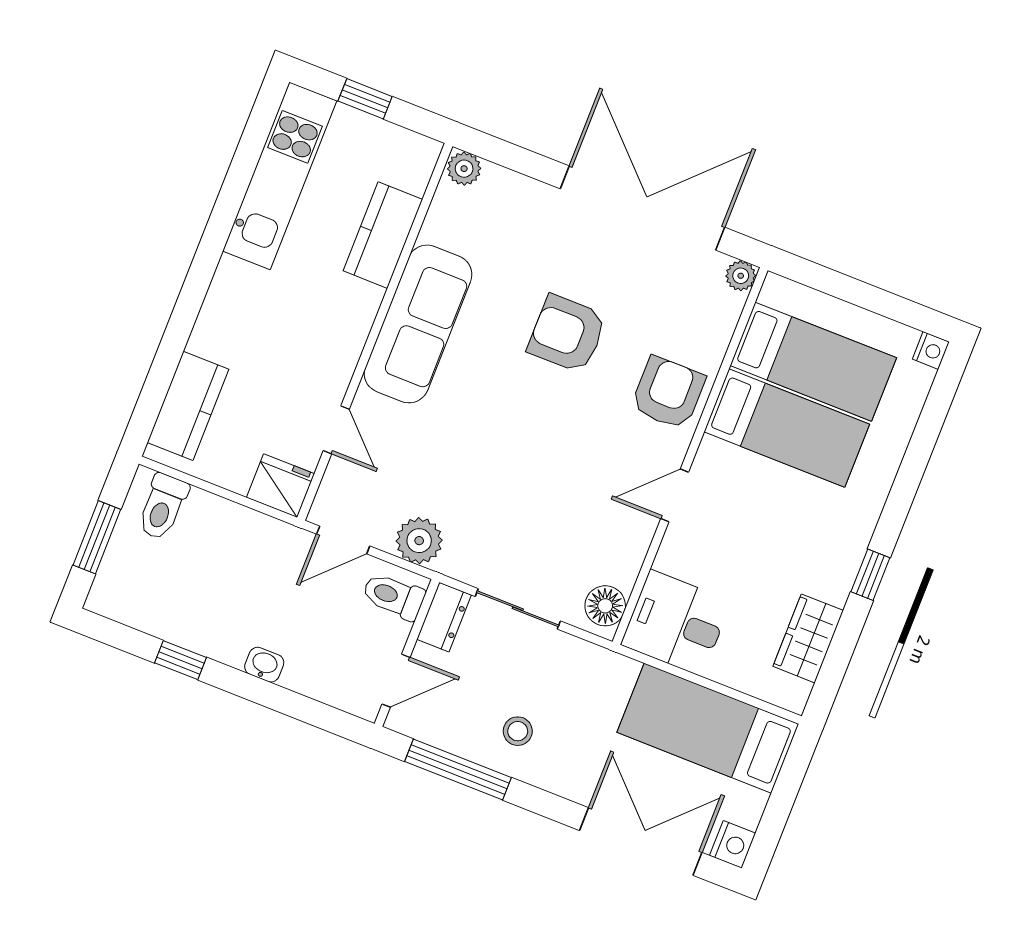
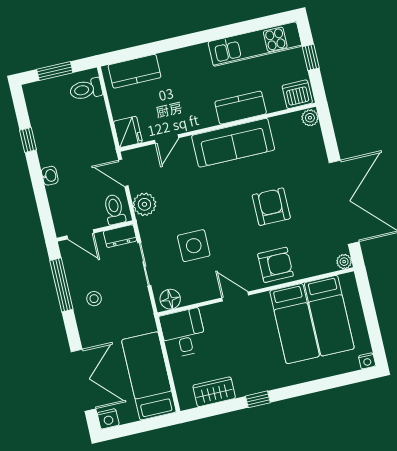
dishwasher: (411, 163) -> (297, 94), added
kitchen counter: (383, 235) -> (241, 108), moved
side table: (543, 506) -> (194, 246), added

